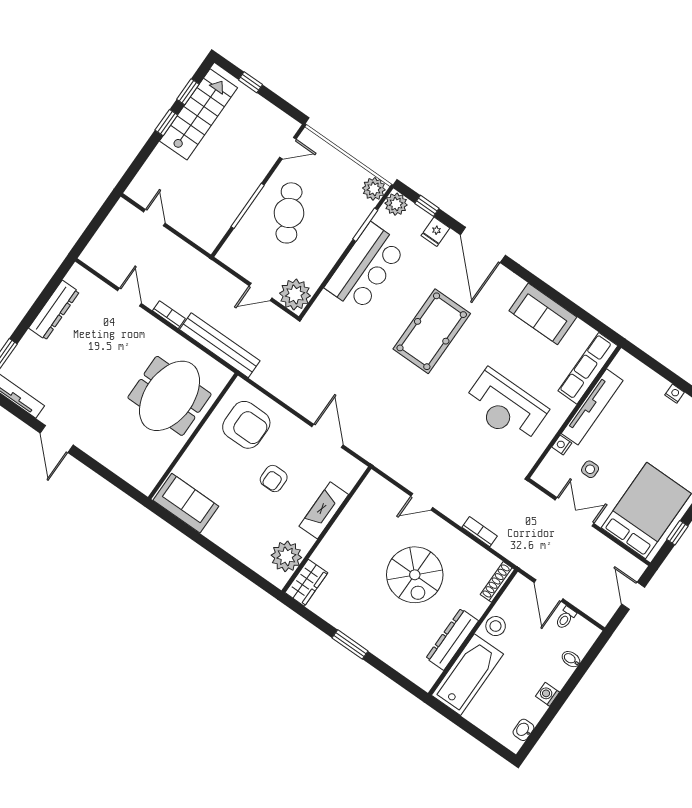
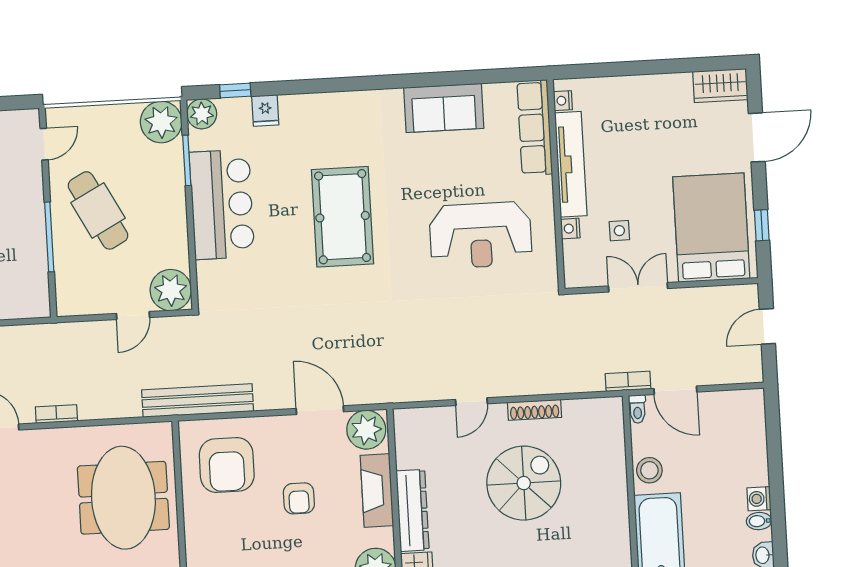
plant: (374, 189) -> (161, 122), width x1.36, depth x1.36
door: (483, 245) -> (325, 85), removed
bench: (220, 345) -> (198, 401), moved
nightstand: (675, 394) -> (563, 101), moved, turned -90
armchair: (246, 425) -> (227, 465), turned 90
plant: (346, 469) -> (366, 430), added
bookcase: (480, 532) -> (628, 381), moved
spiral stairs: (415, 575) -> (524, 483), turned -90
shoe rack: (497, 582) -> (534, 410), moved, turned -90
door: (633, 596) -> (767, 326), hinge flipped
toilet: (566, 618) -> (637, 409), moved
dresser: (452, 639) -> (413, 510), moved, turned 180
bidet: (571, 659) -> (759, 521), moved

